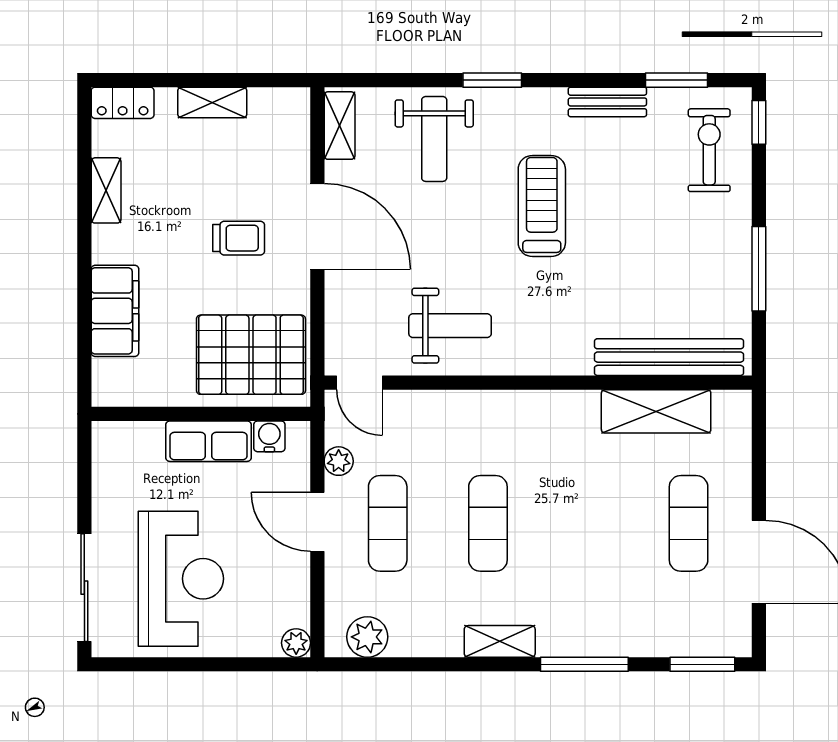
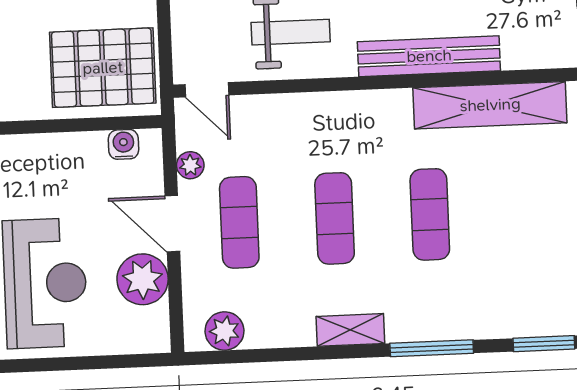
bench: (669, 357) -> (429, 56), moved
shelving: (656, 411) -> (490, 105), width x1.47
row of seats: (208, 441) -> (66, 151), removed
exercise mat: (689, 523) -> (430, 214), moved
plant: (296, 643) -> (143, 279), moved, width x1.88, depth x1.88

